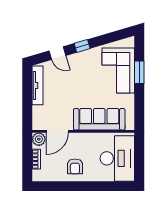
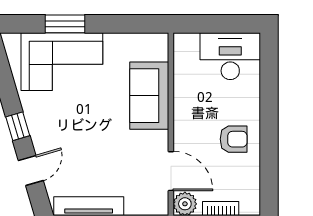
sofa: (99, 119) -> (149, 96), width x0.73
desk: (117, 158) -> (230, 56), width x0.73, depth x0.77

